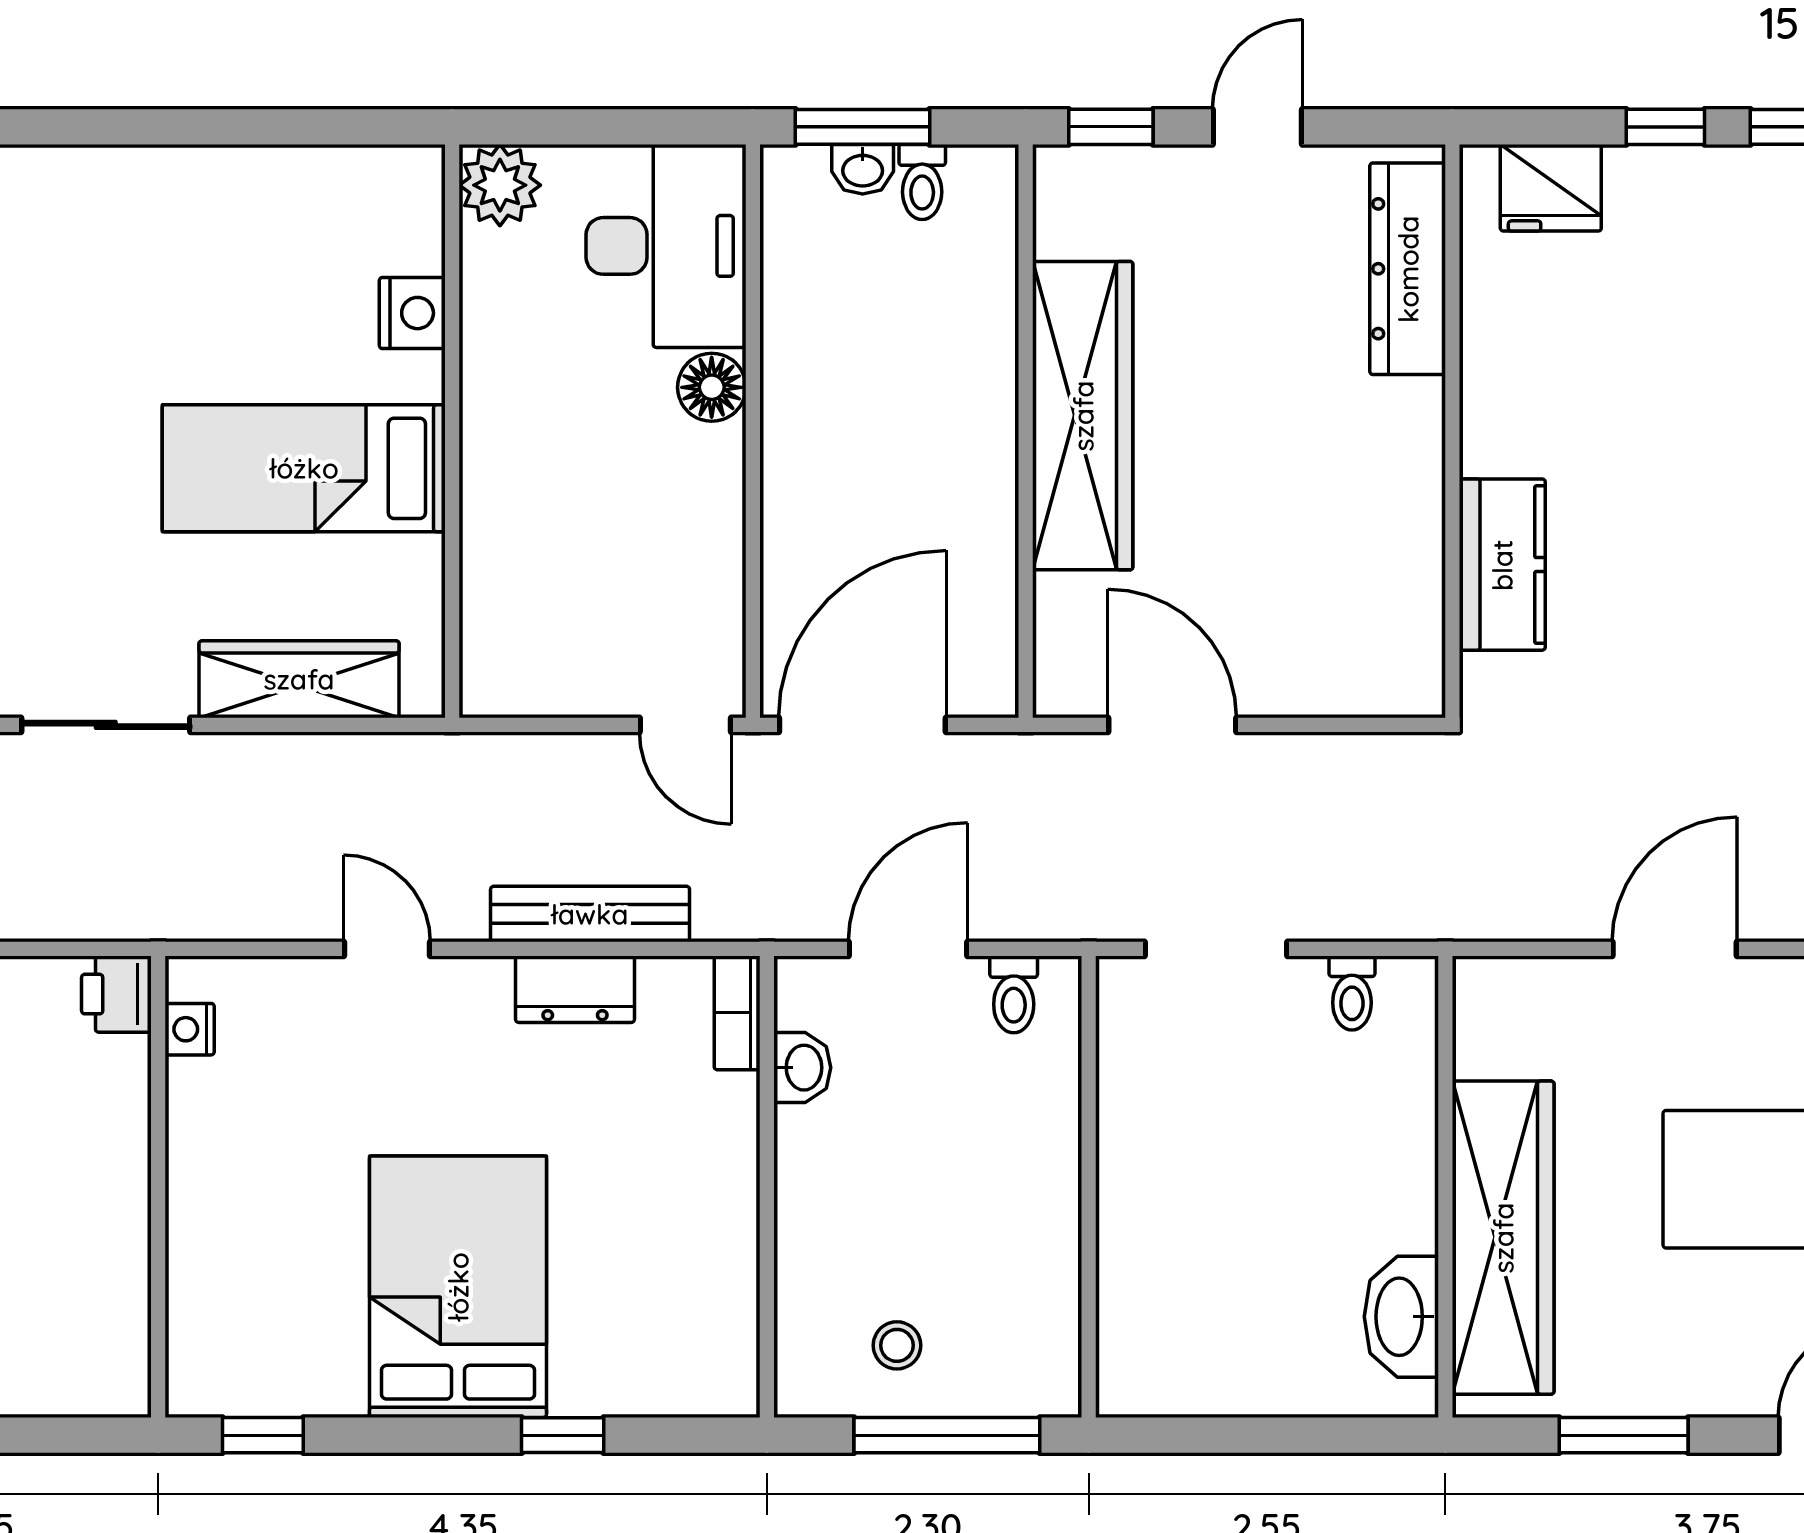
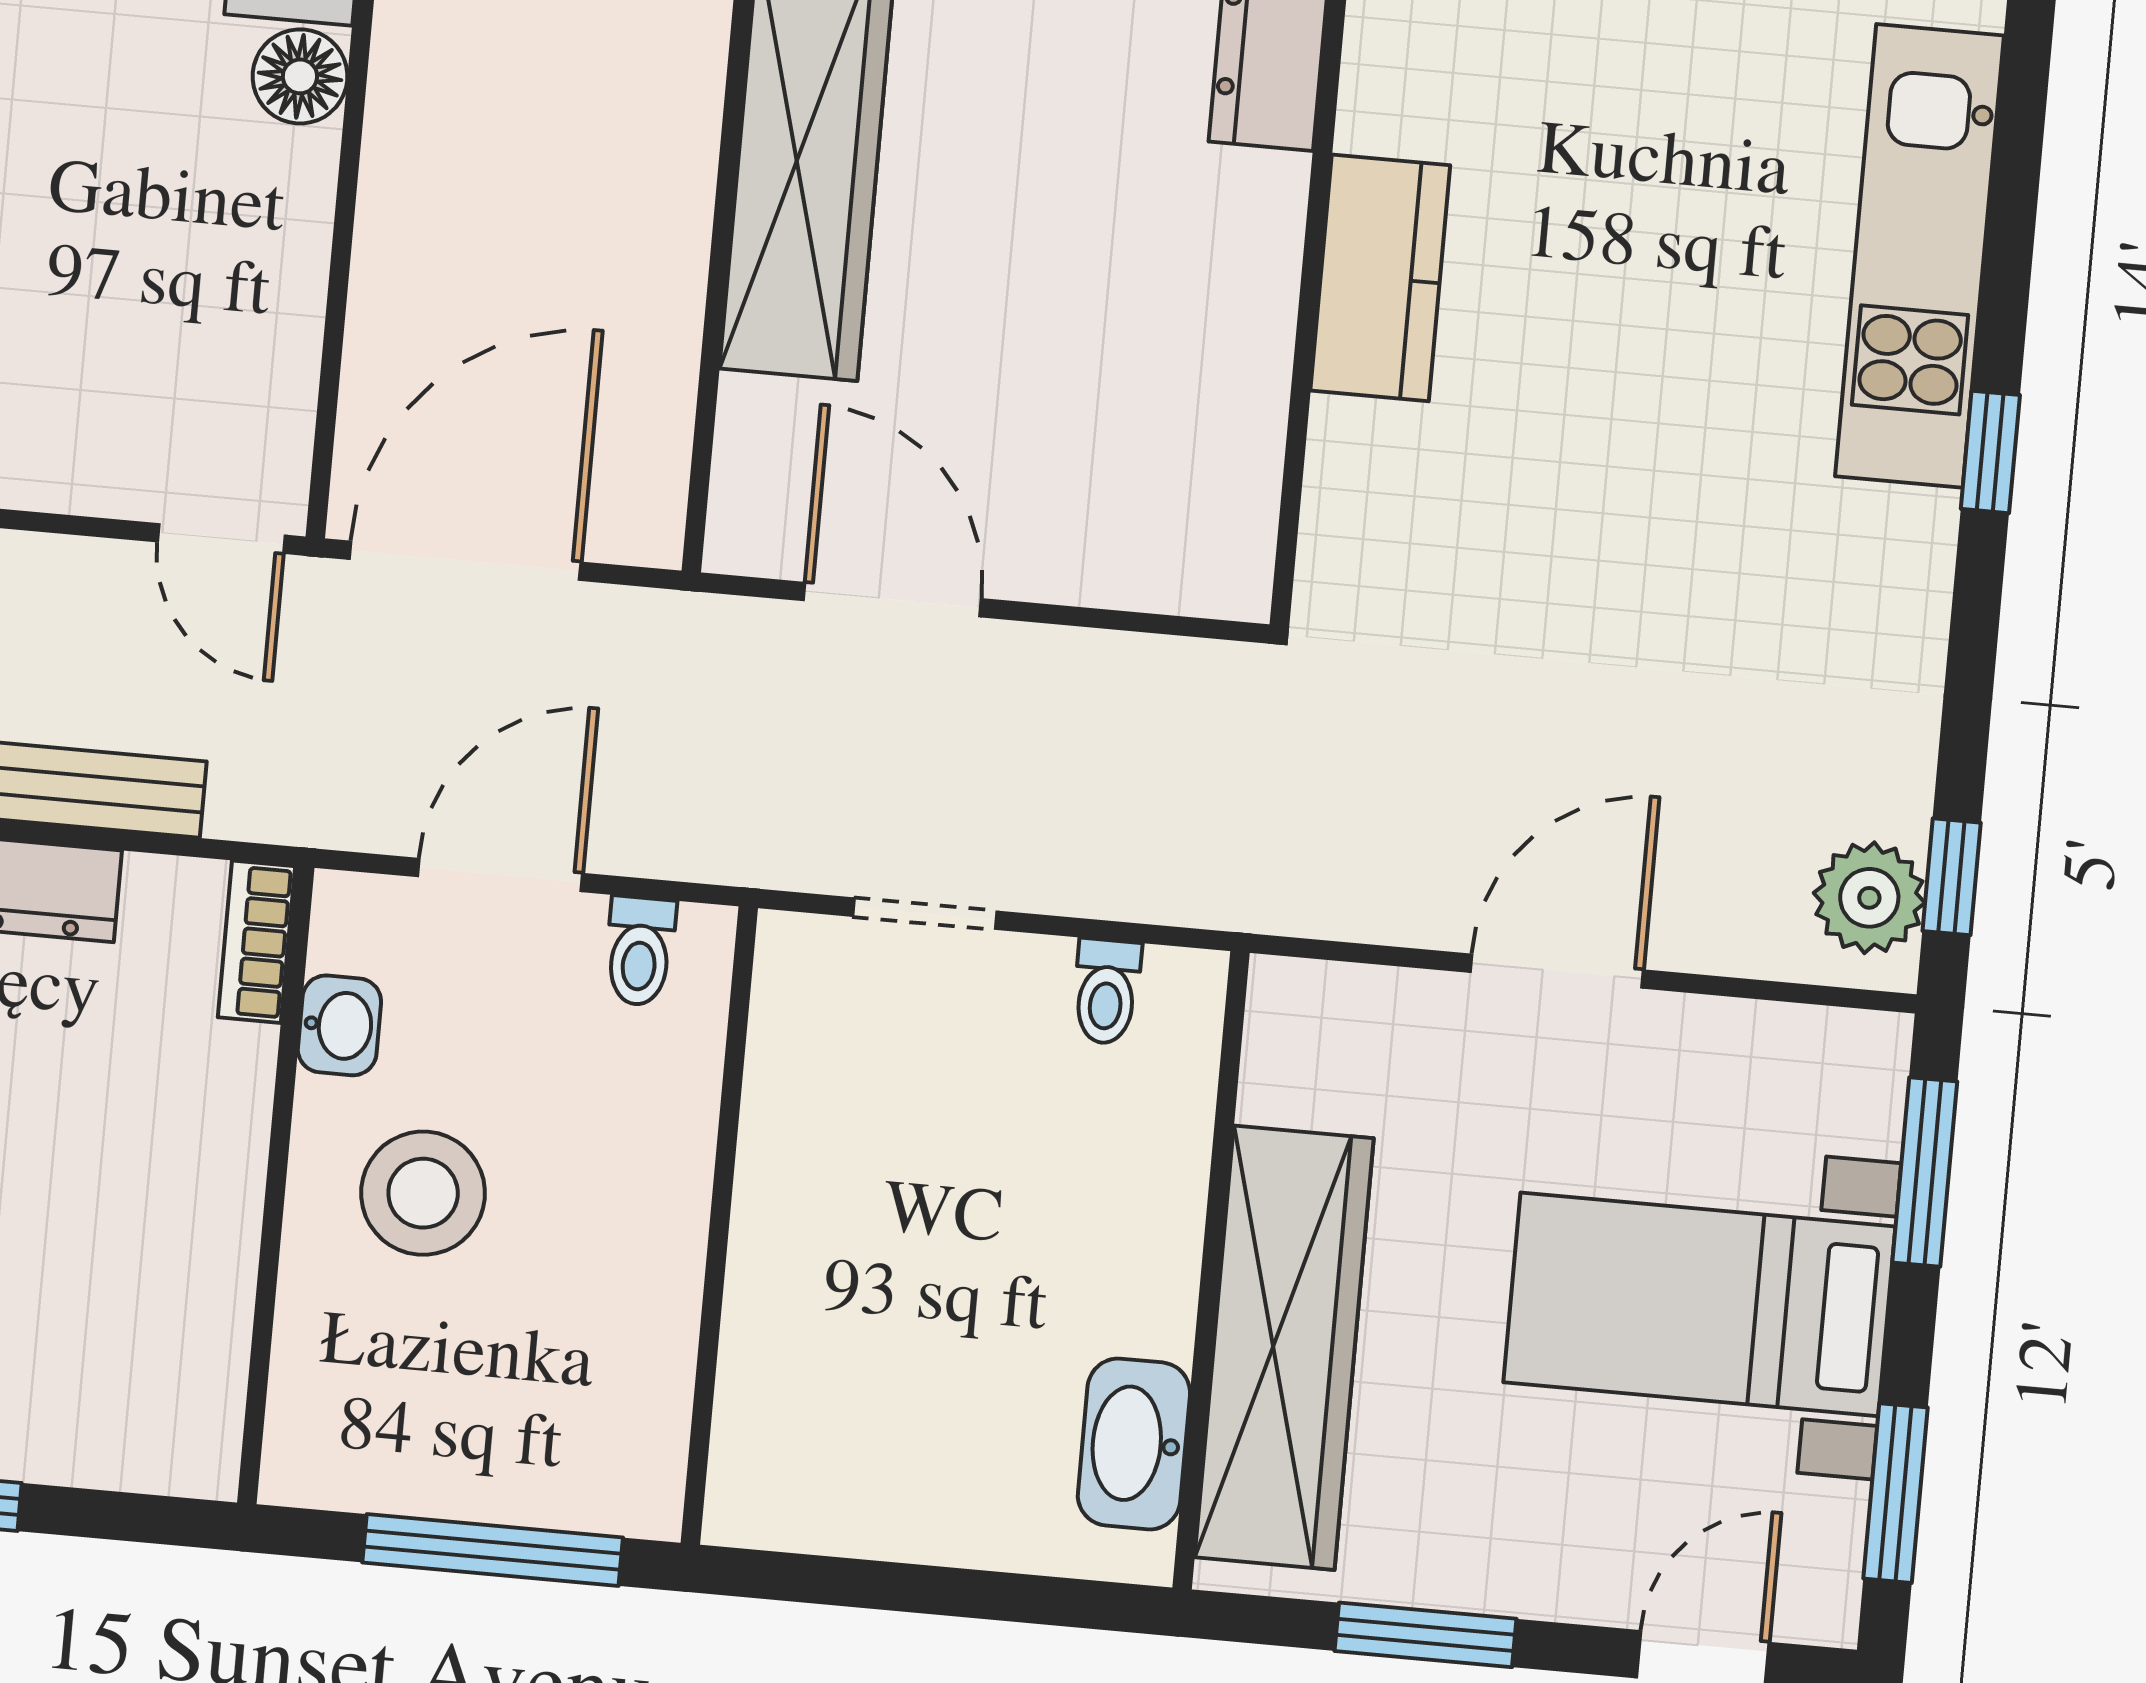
kitchen counter: (1502, 565) -> (1380, 278), moved
doorway: (1216, 949) -> (925, 914), width x0.73
stool: (897, 1345) -> (423, 1193), moved, width x1.89, depth x1.89

